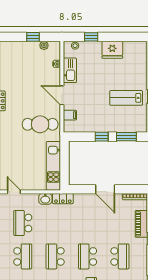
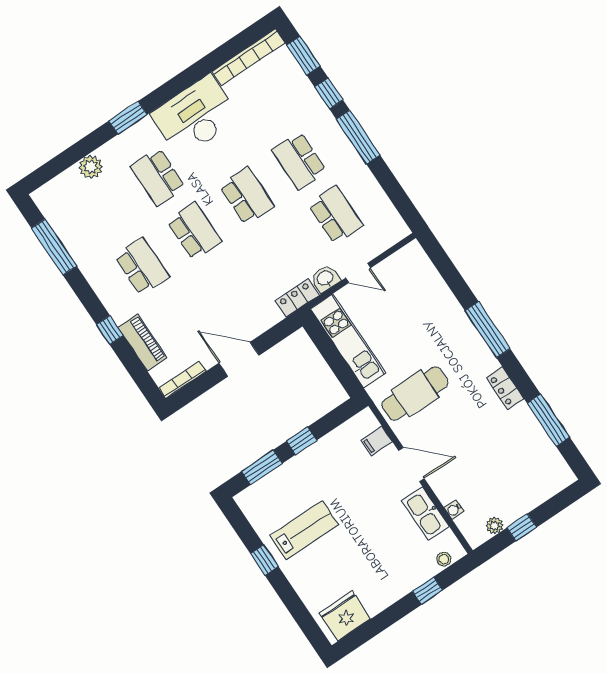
fridge: (112, 50) -> (345, 616), moved
door: (14, 192) -> (358, 273), moved
school desk: (120, 256) -> (142, 266), turned 180

